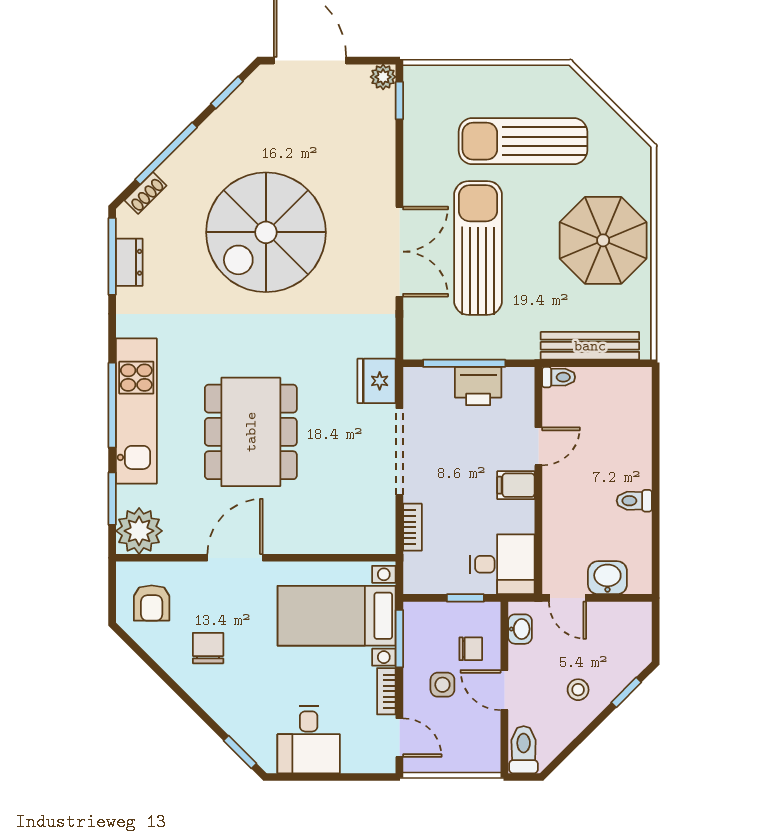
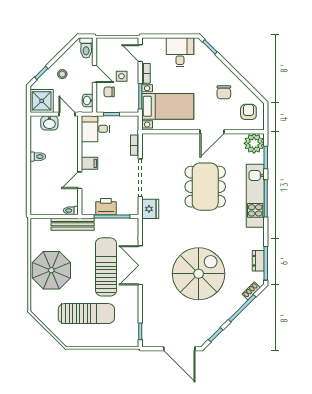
plant: (383, 77) -> (147, 342), removed
sun lounger: (478, 248) -> (106, 267), turned 180
bench: (590, 346) -> (73, 224), moved
shower: (625, 628) -> (42, 101), added

